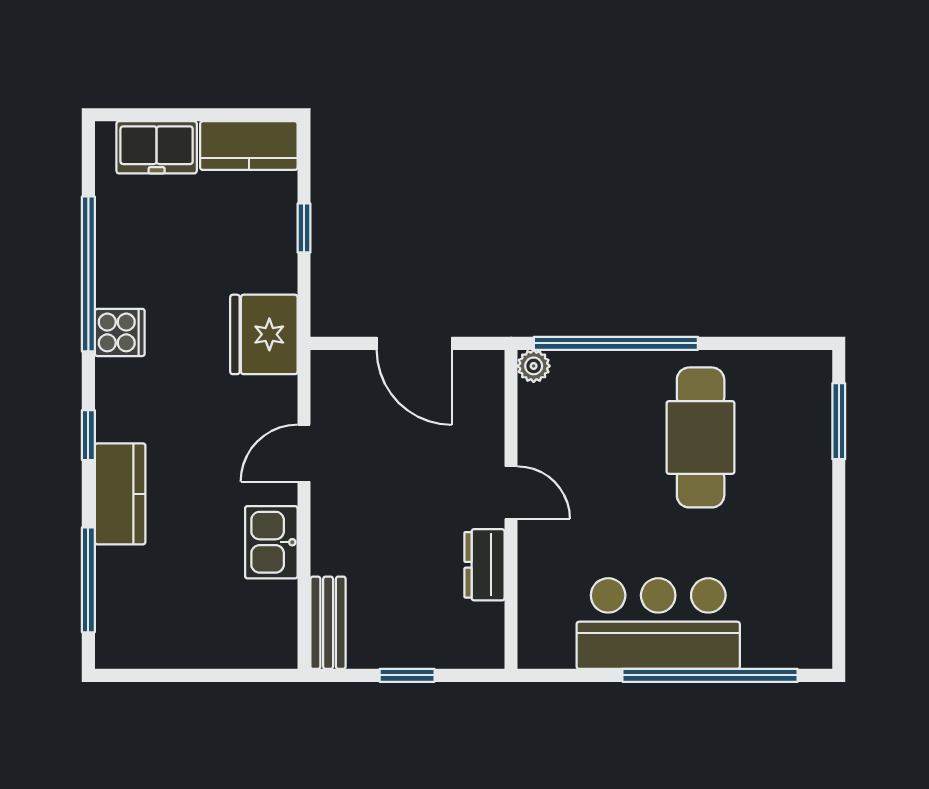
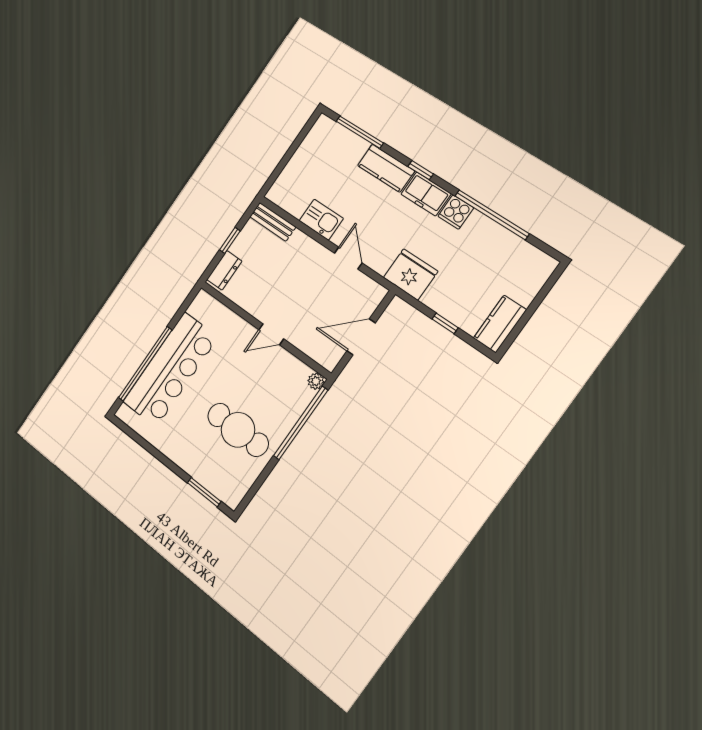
freezer: (157, 147) -> (426, 194), moved, turned -90
dresser: (484, 565) -> (224, 270), moved, turned 90
bar counter: (658, 624) -> (170, 370), width x1.36

